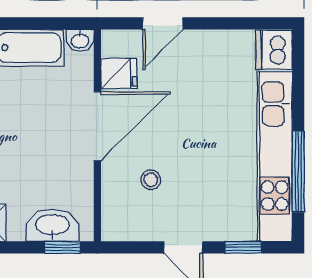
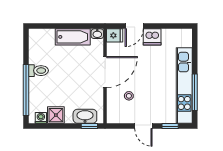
dishwasher: (274, 50) -> (152, 37), moved, turned -90
fridge: (119, 73) -> (115, 35), moved

